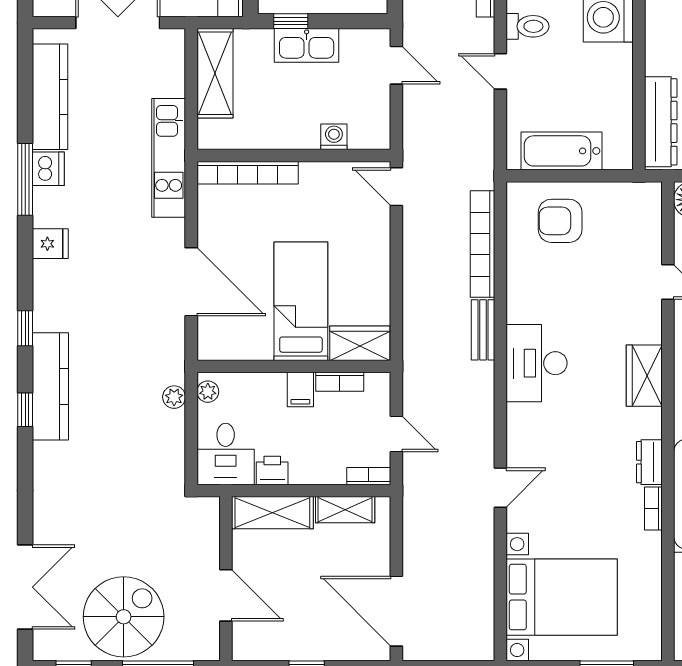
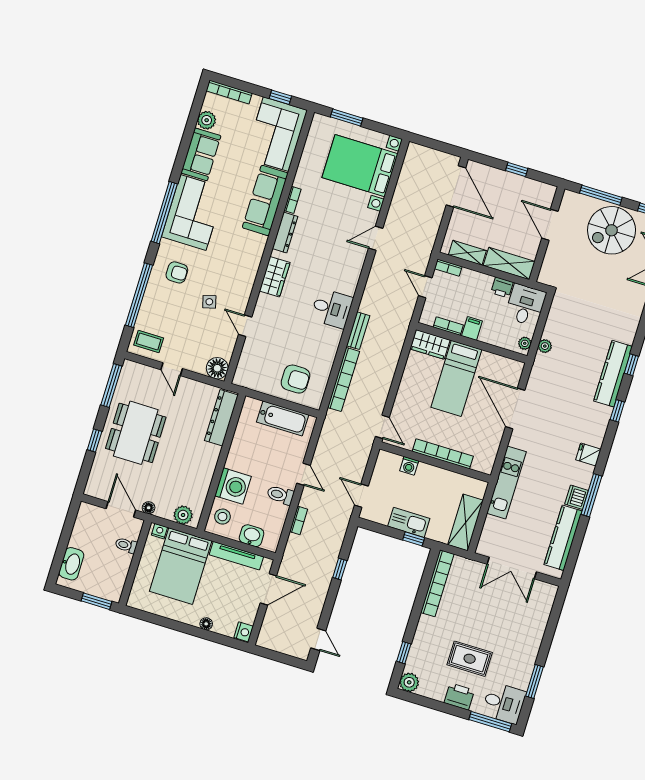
bookcase: (248, 173) -> (443, 454), moved
desk: (537, 363) -> (332, 308), width x0.73
dresser: (649, 462) -> (285, 232), width x1.44

